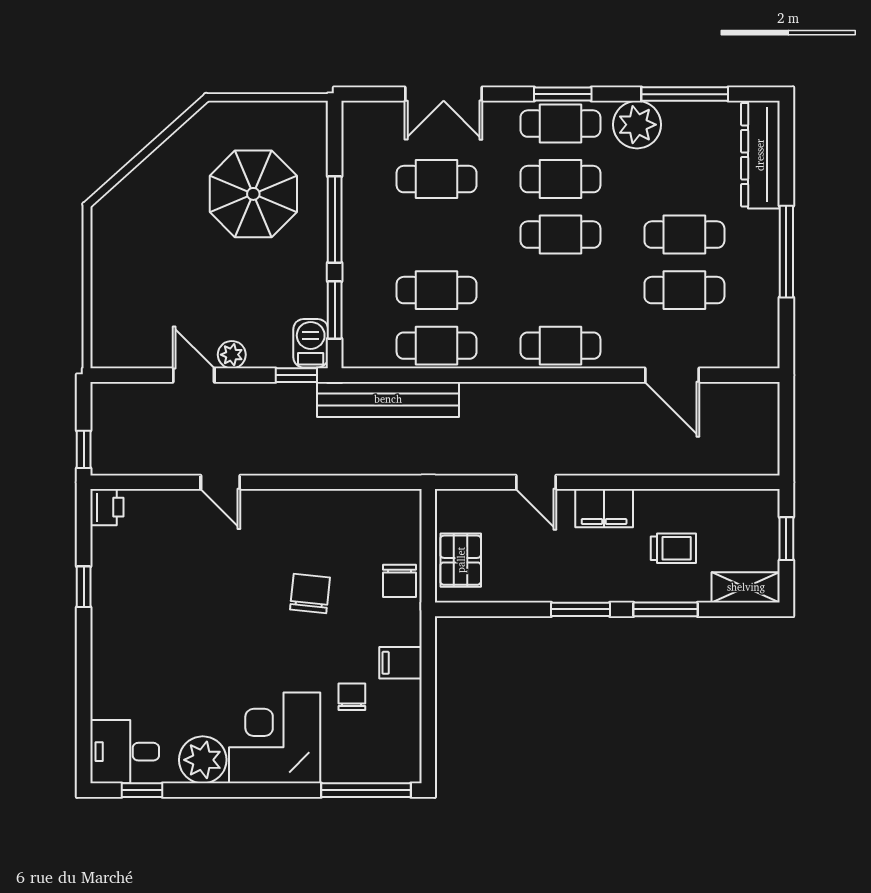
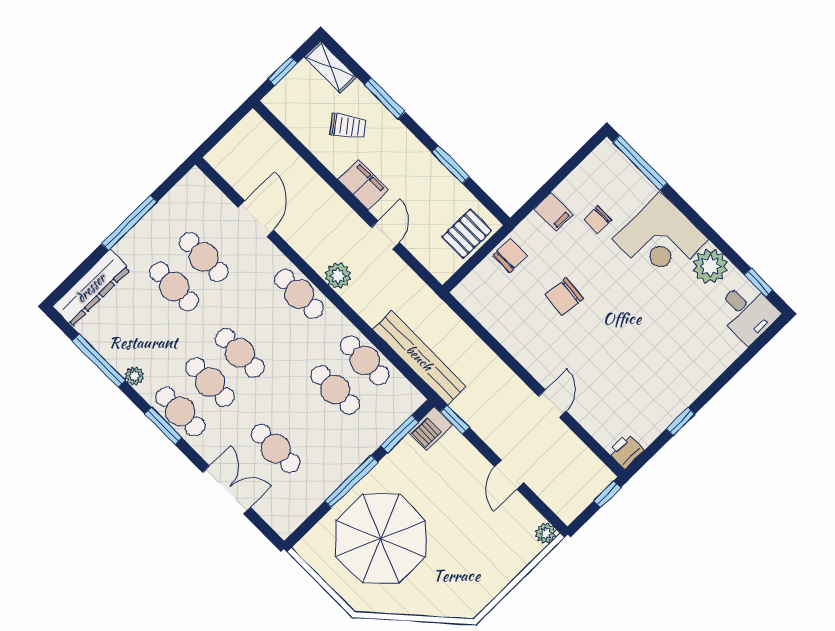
plant: (637, 125) -> (134, 376), width x0.53, depth x0.53
parasol: (253, 194) -> (381, 539), width x1.36, depth x1.36
plant: (232, 355) -> (546, 533), moved
plant: (541, 399) -> (338, 276), added
trolley: (673, 548) -> (348, 126), turned 143
window: (581, 609) -> (450, 165), moved

